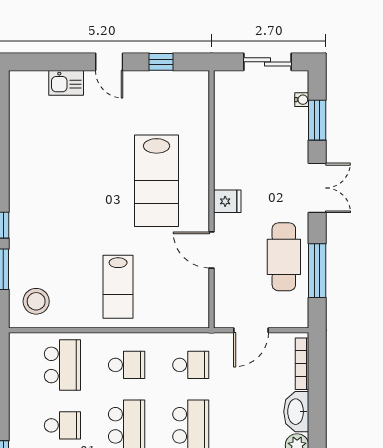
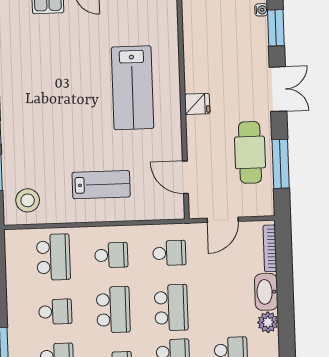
door: (212, 250) -> (185, 177), moved
lab bench: (118, 287) -> (101, 185), turned -90

